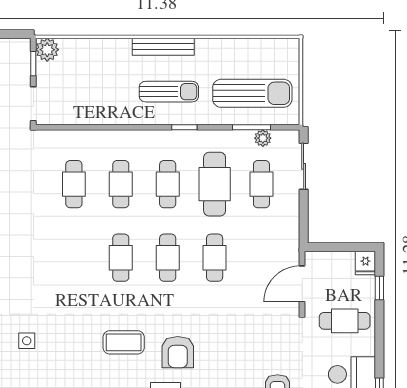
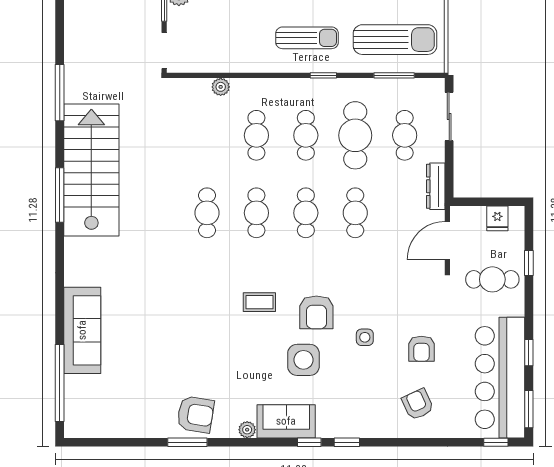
plant: (263, 138) -> (221, 87), moved
cafe table: (74, 184) -> (207, 213), moved
dresser: (291, 232) -> (436, 186), added
fridge: (365, 263) -> (497, 218), moved
window: (379, 288) -> (529, 263), moved
side table: (27, 341) -> (365, 337), moved
coffee table: (124, 342) -> (259, 302), width x0.73, depth x0.77

